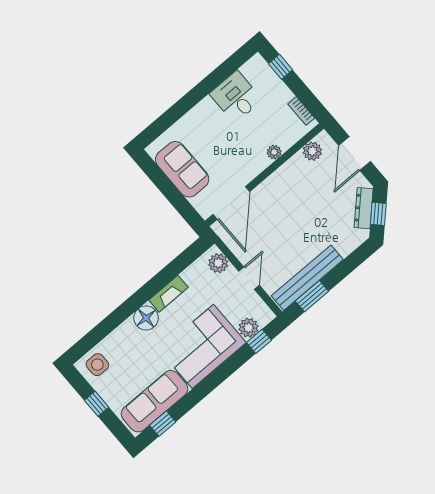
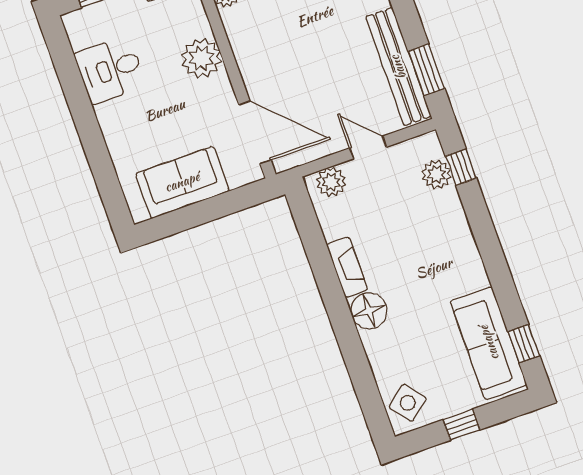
plant: (274, 152) -> (201, 58), width x1.88, depth x1.88
corner sofa: (203, 346) -> (438, 247), removed
side table: (97, 365) -> (408, 403), turned -38

